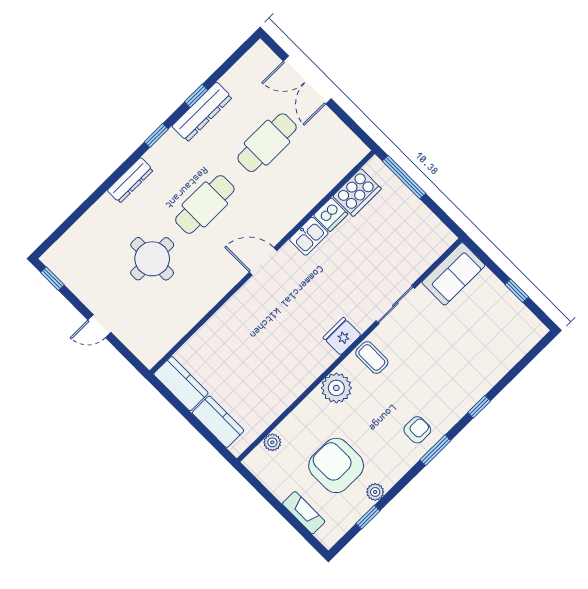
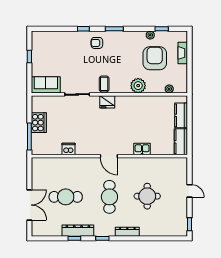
cooker: (357, 192) -> (39, 123), moved, turned 90
cafe table: (205, 204) -> (109, 197), turned 90
kitchen sink: (309, 236) -> (142, 149), moved
plant: (336, 388) -> (138, 86), moved
armchair: (417, 430) -> (97, 43), moved
armchair: (336, 465) -> (155, 58), turned 180

